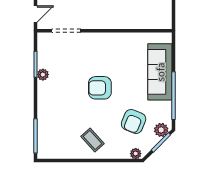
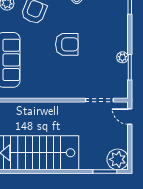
door: (35, 14) -> (130, 116), hinge flipped

